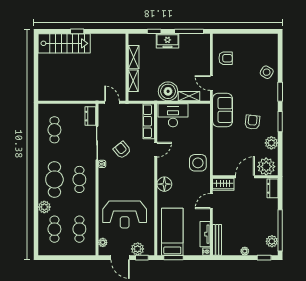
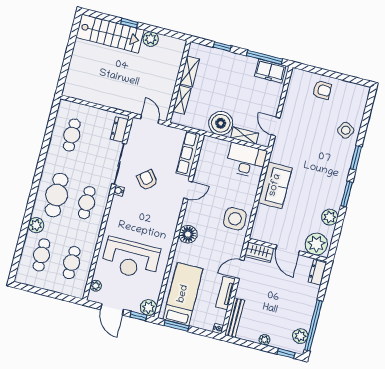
plant: (97, 40) -> (151, 39), added
freezer: (167, 41) -> (270, 71), moved
armchair: (226, 58) -> (322, 90), moved
sofa: (223, 110) -> (275, 185), moved
desk: (173, 115) -> (246, 160), moved
armchair: (252, 122) -> (313, 186), removed
door: (245, 177) -> (288, 250), swing flipped
tv unit: (205, 234) -> (225, 293), moved
plant: (138, 249) -> (148, 307), moved

